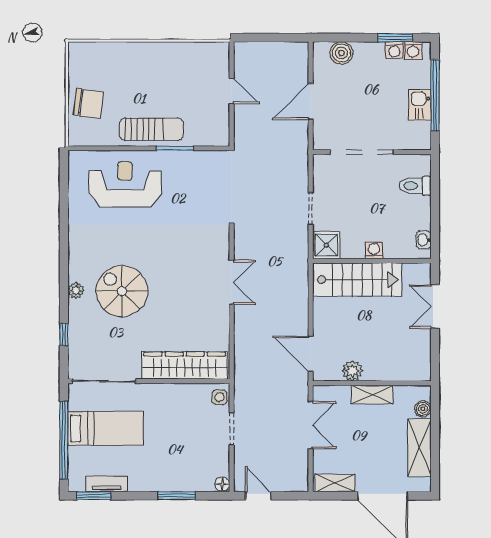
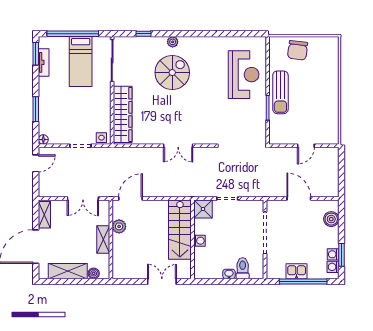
washbasin: (424, 240) -> (229, 274), moved

